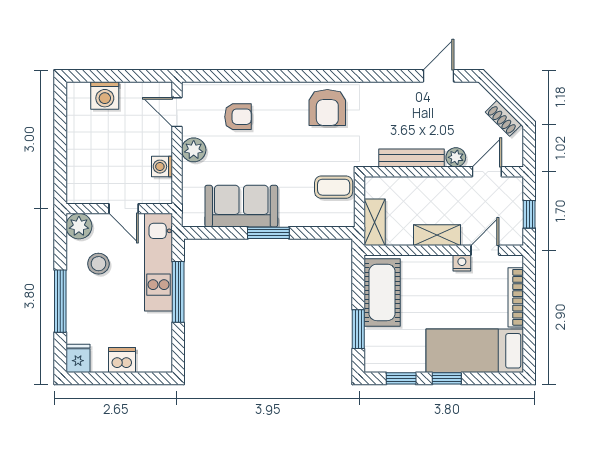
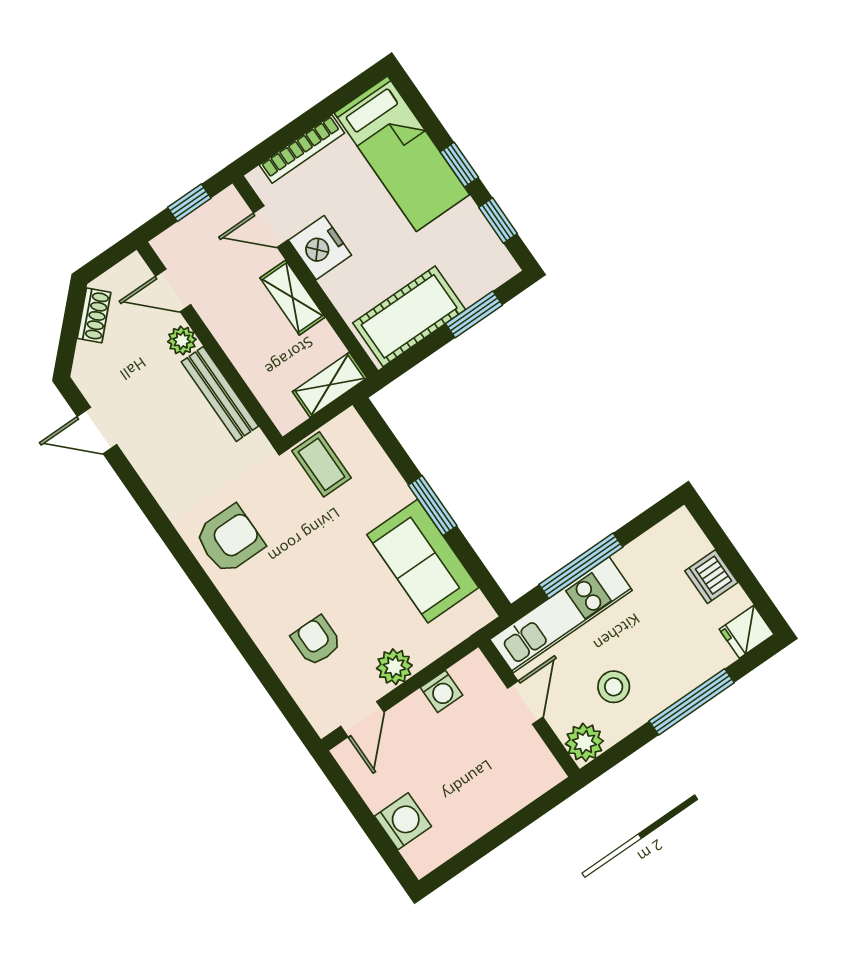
nightstand: (462, 263) -> (320, 248), width x1.89, depth x1.79

